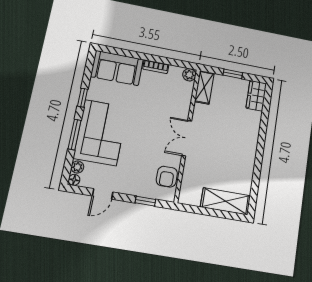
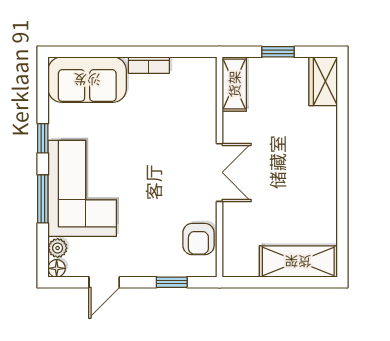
plant: (189, 75) -> (206, 68), removed
double door: (187, 138) -> (219, 172), swing flipped

